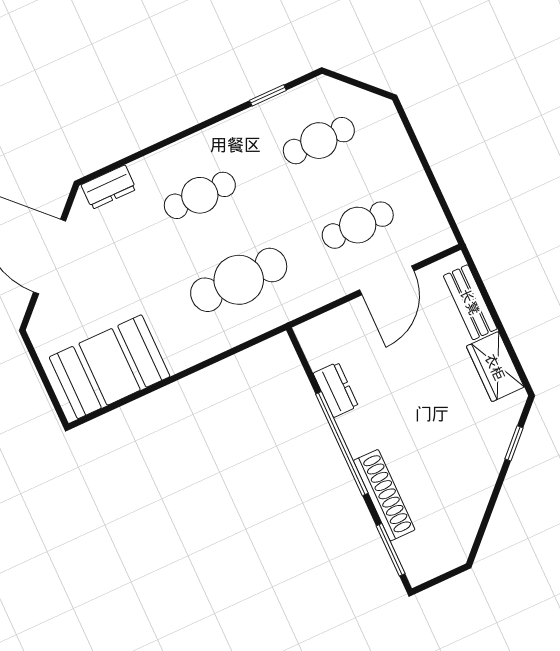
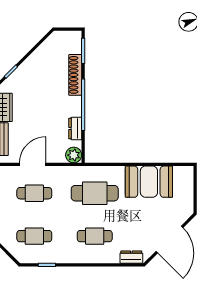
plant: (315, 336) -> (74, 155), added
booth: (110, 367) -> (149, 182), moved

